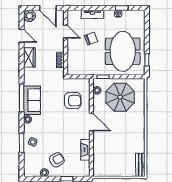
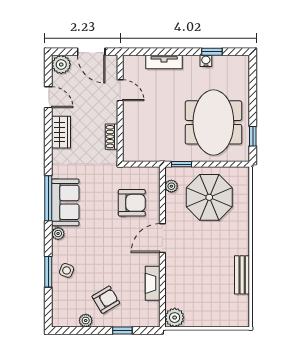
chair: (91, 39) -> (162, 102), removed
door: (91, 122) -> (162, 238), swing flipped
bench: (140, 165) -> (242, 275), moved
plant: (99, 171) -> (175, 318), added

